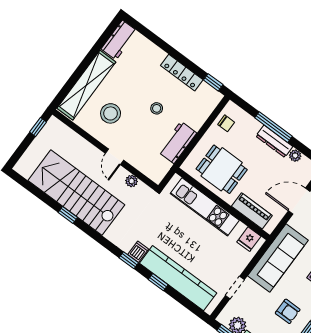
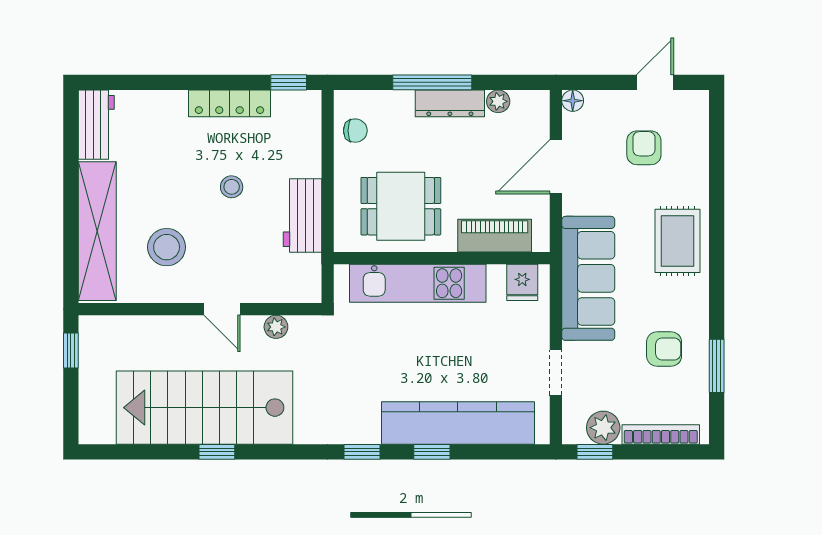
dishwasher: (138, 252) -> (367, 428), removed

